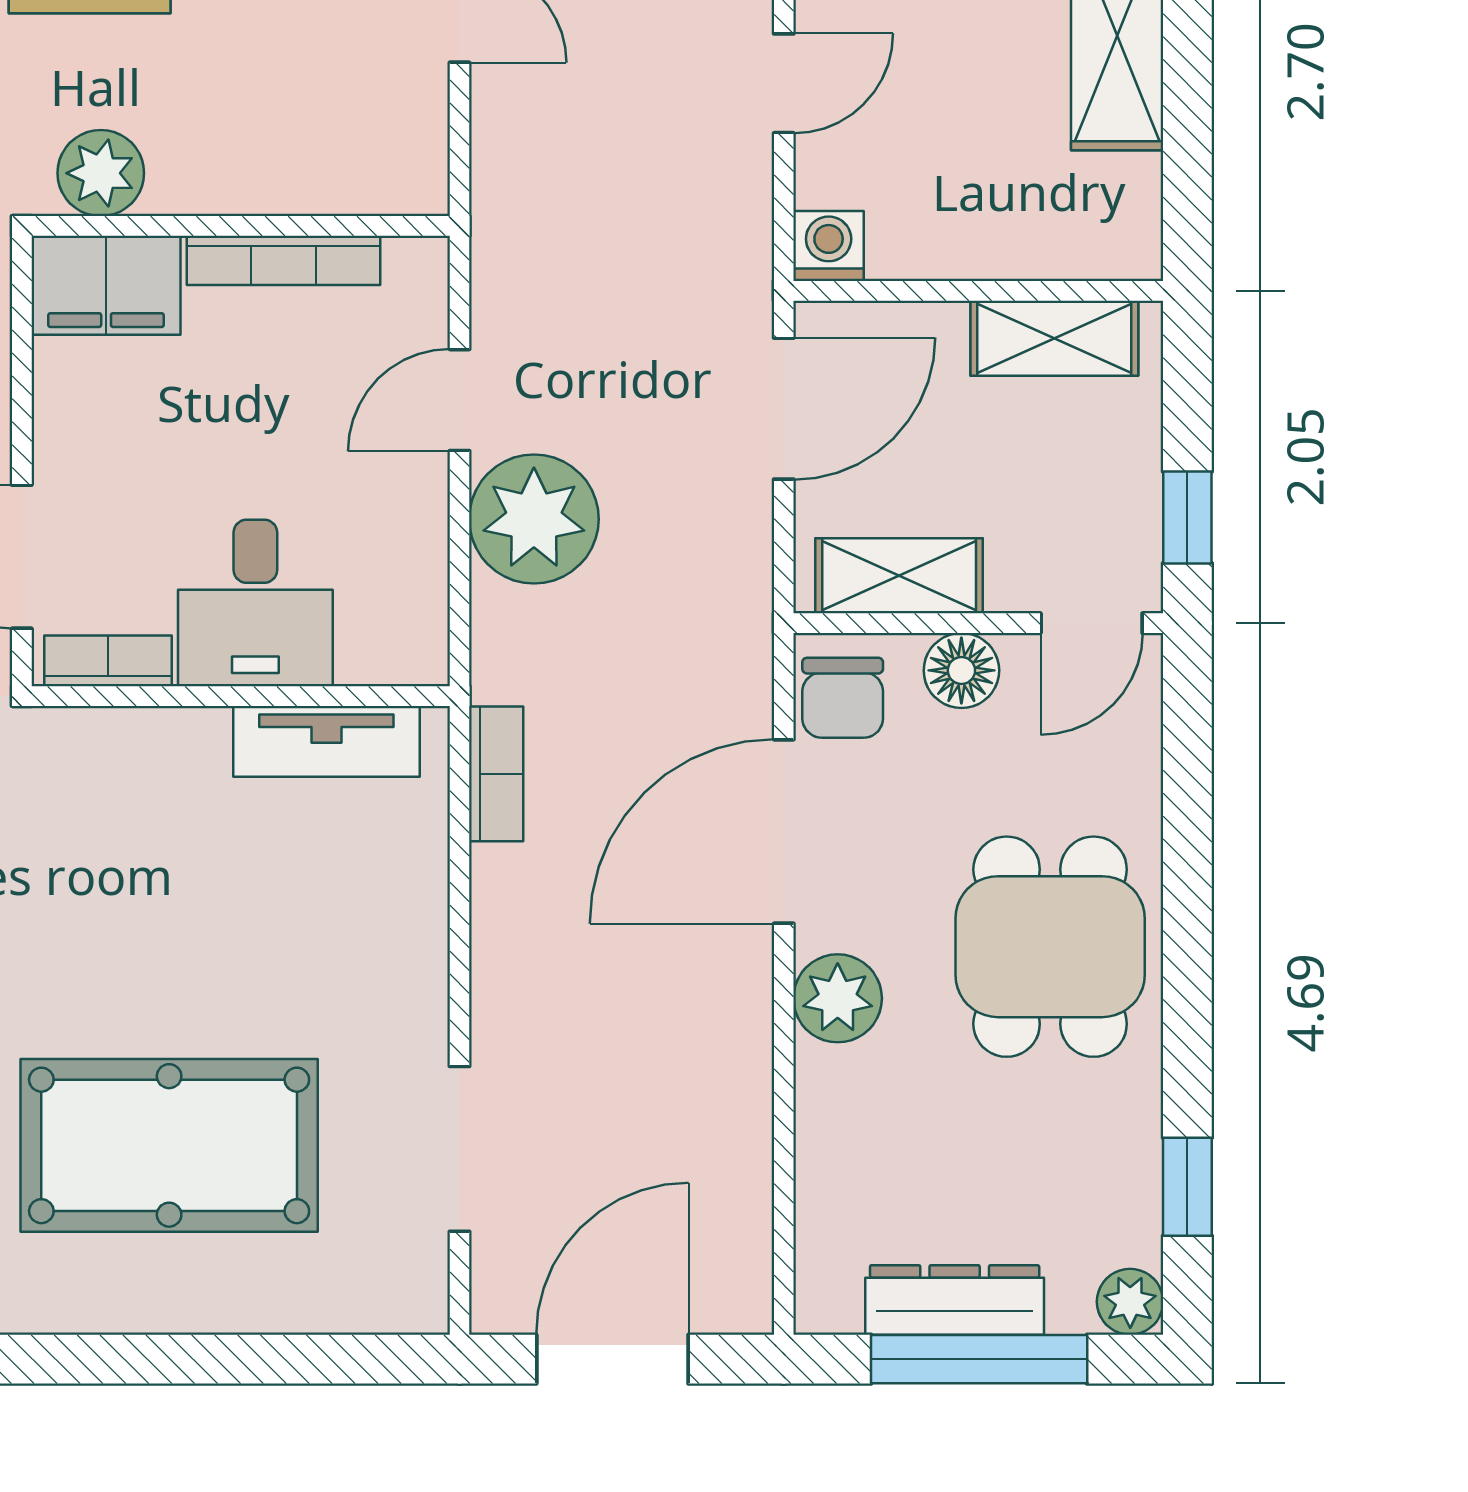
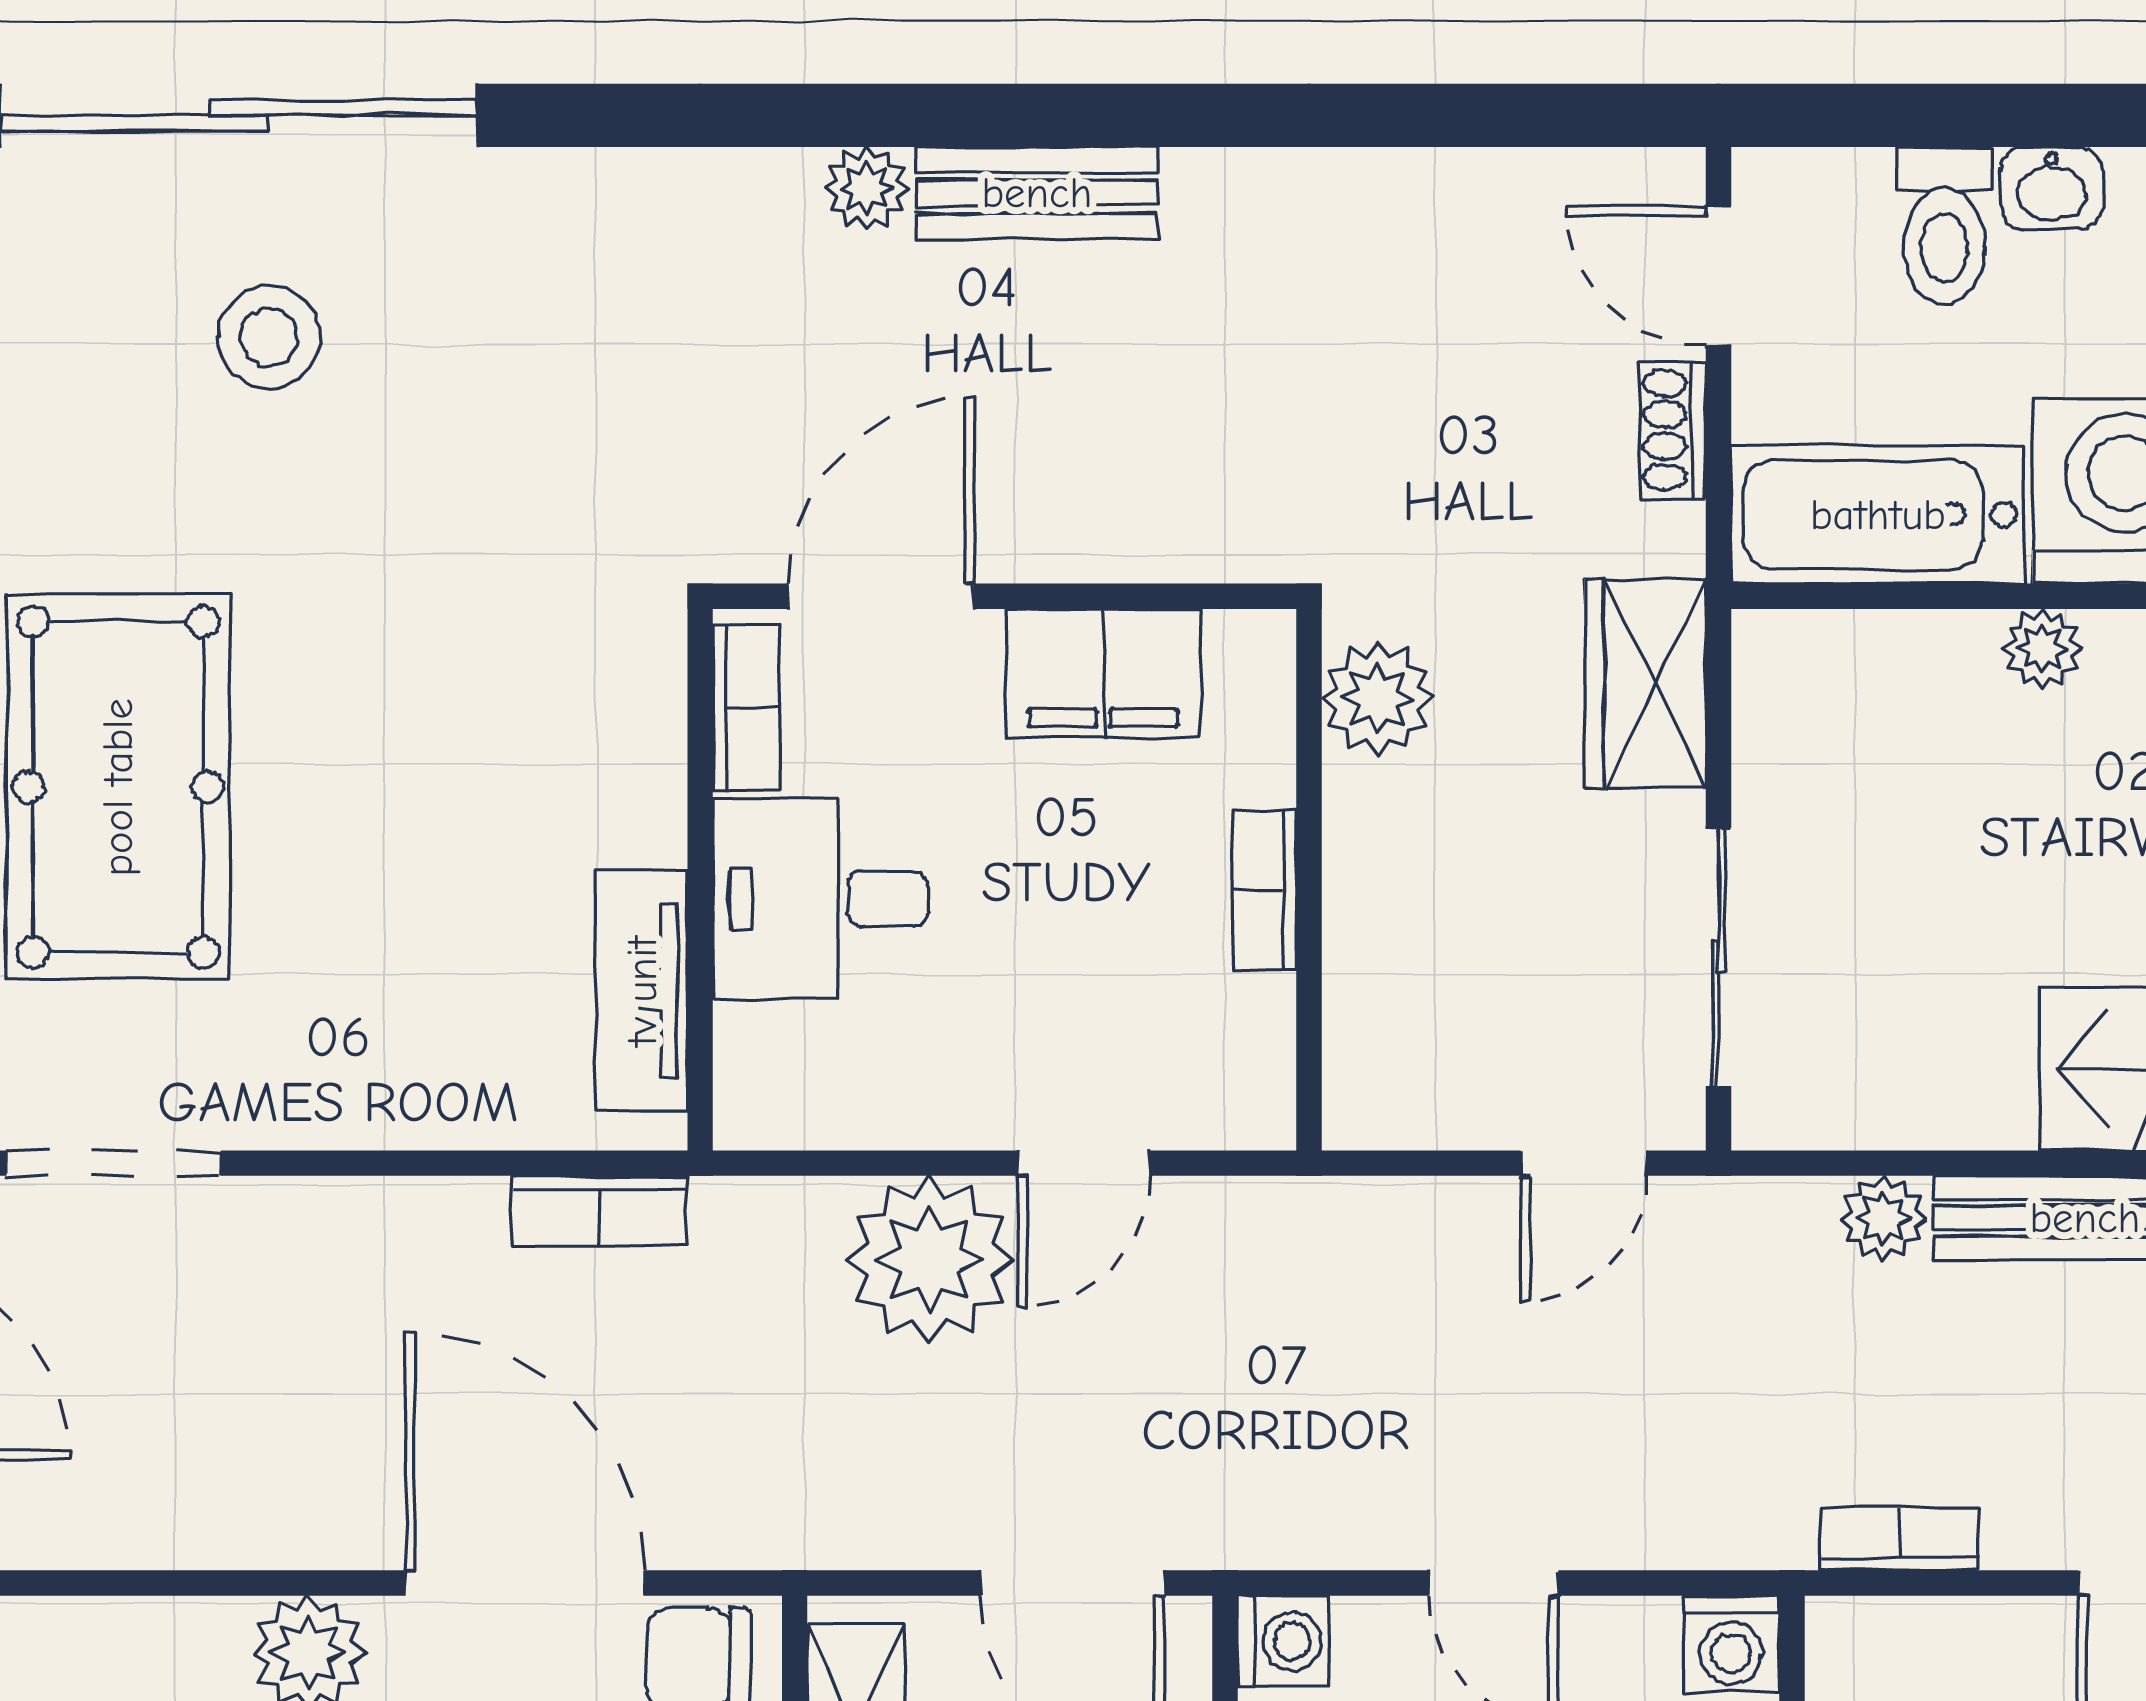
bookcase: (284, 260) -> (1264, 890), width x0.64
filing cabinet: (106, 285) -> (1103, 673), moved, turned -90
door: (460, 400) -> (1084, 1163), swing flipped

